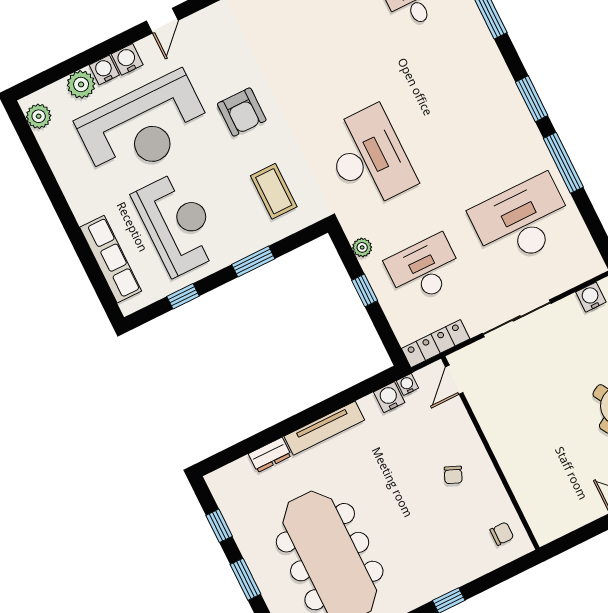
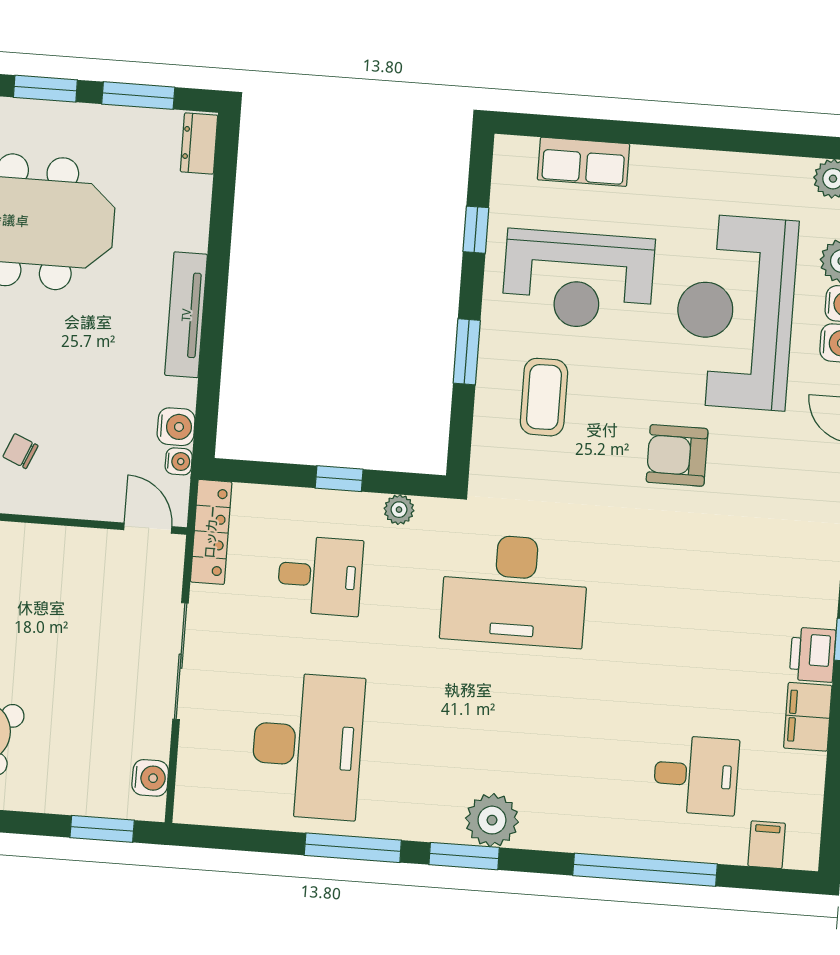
plant: (503, 95) -> (492, 820), added
coffee table: (274, 191) -> (544, 397), moved, turned 90
row of seats: (111, 259) -> (583, 162), width x0.68
desk: (424, 269) -> (320, 576), width x0.73
dresser: (270, 455) -> (199, 143), moved
window: (219, 526) -> (138, 96), width x1.50

